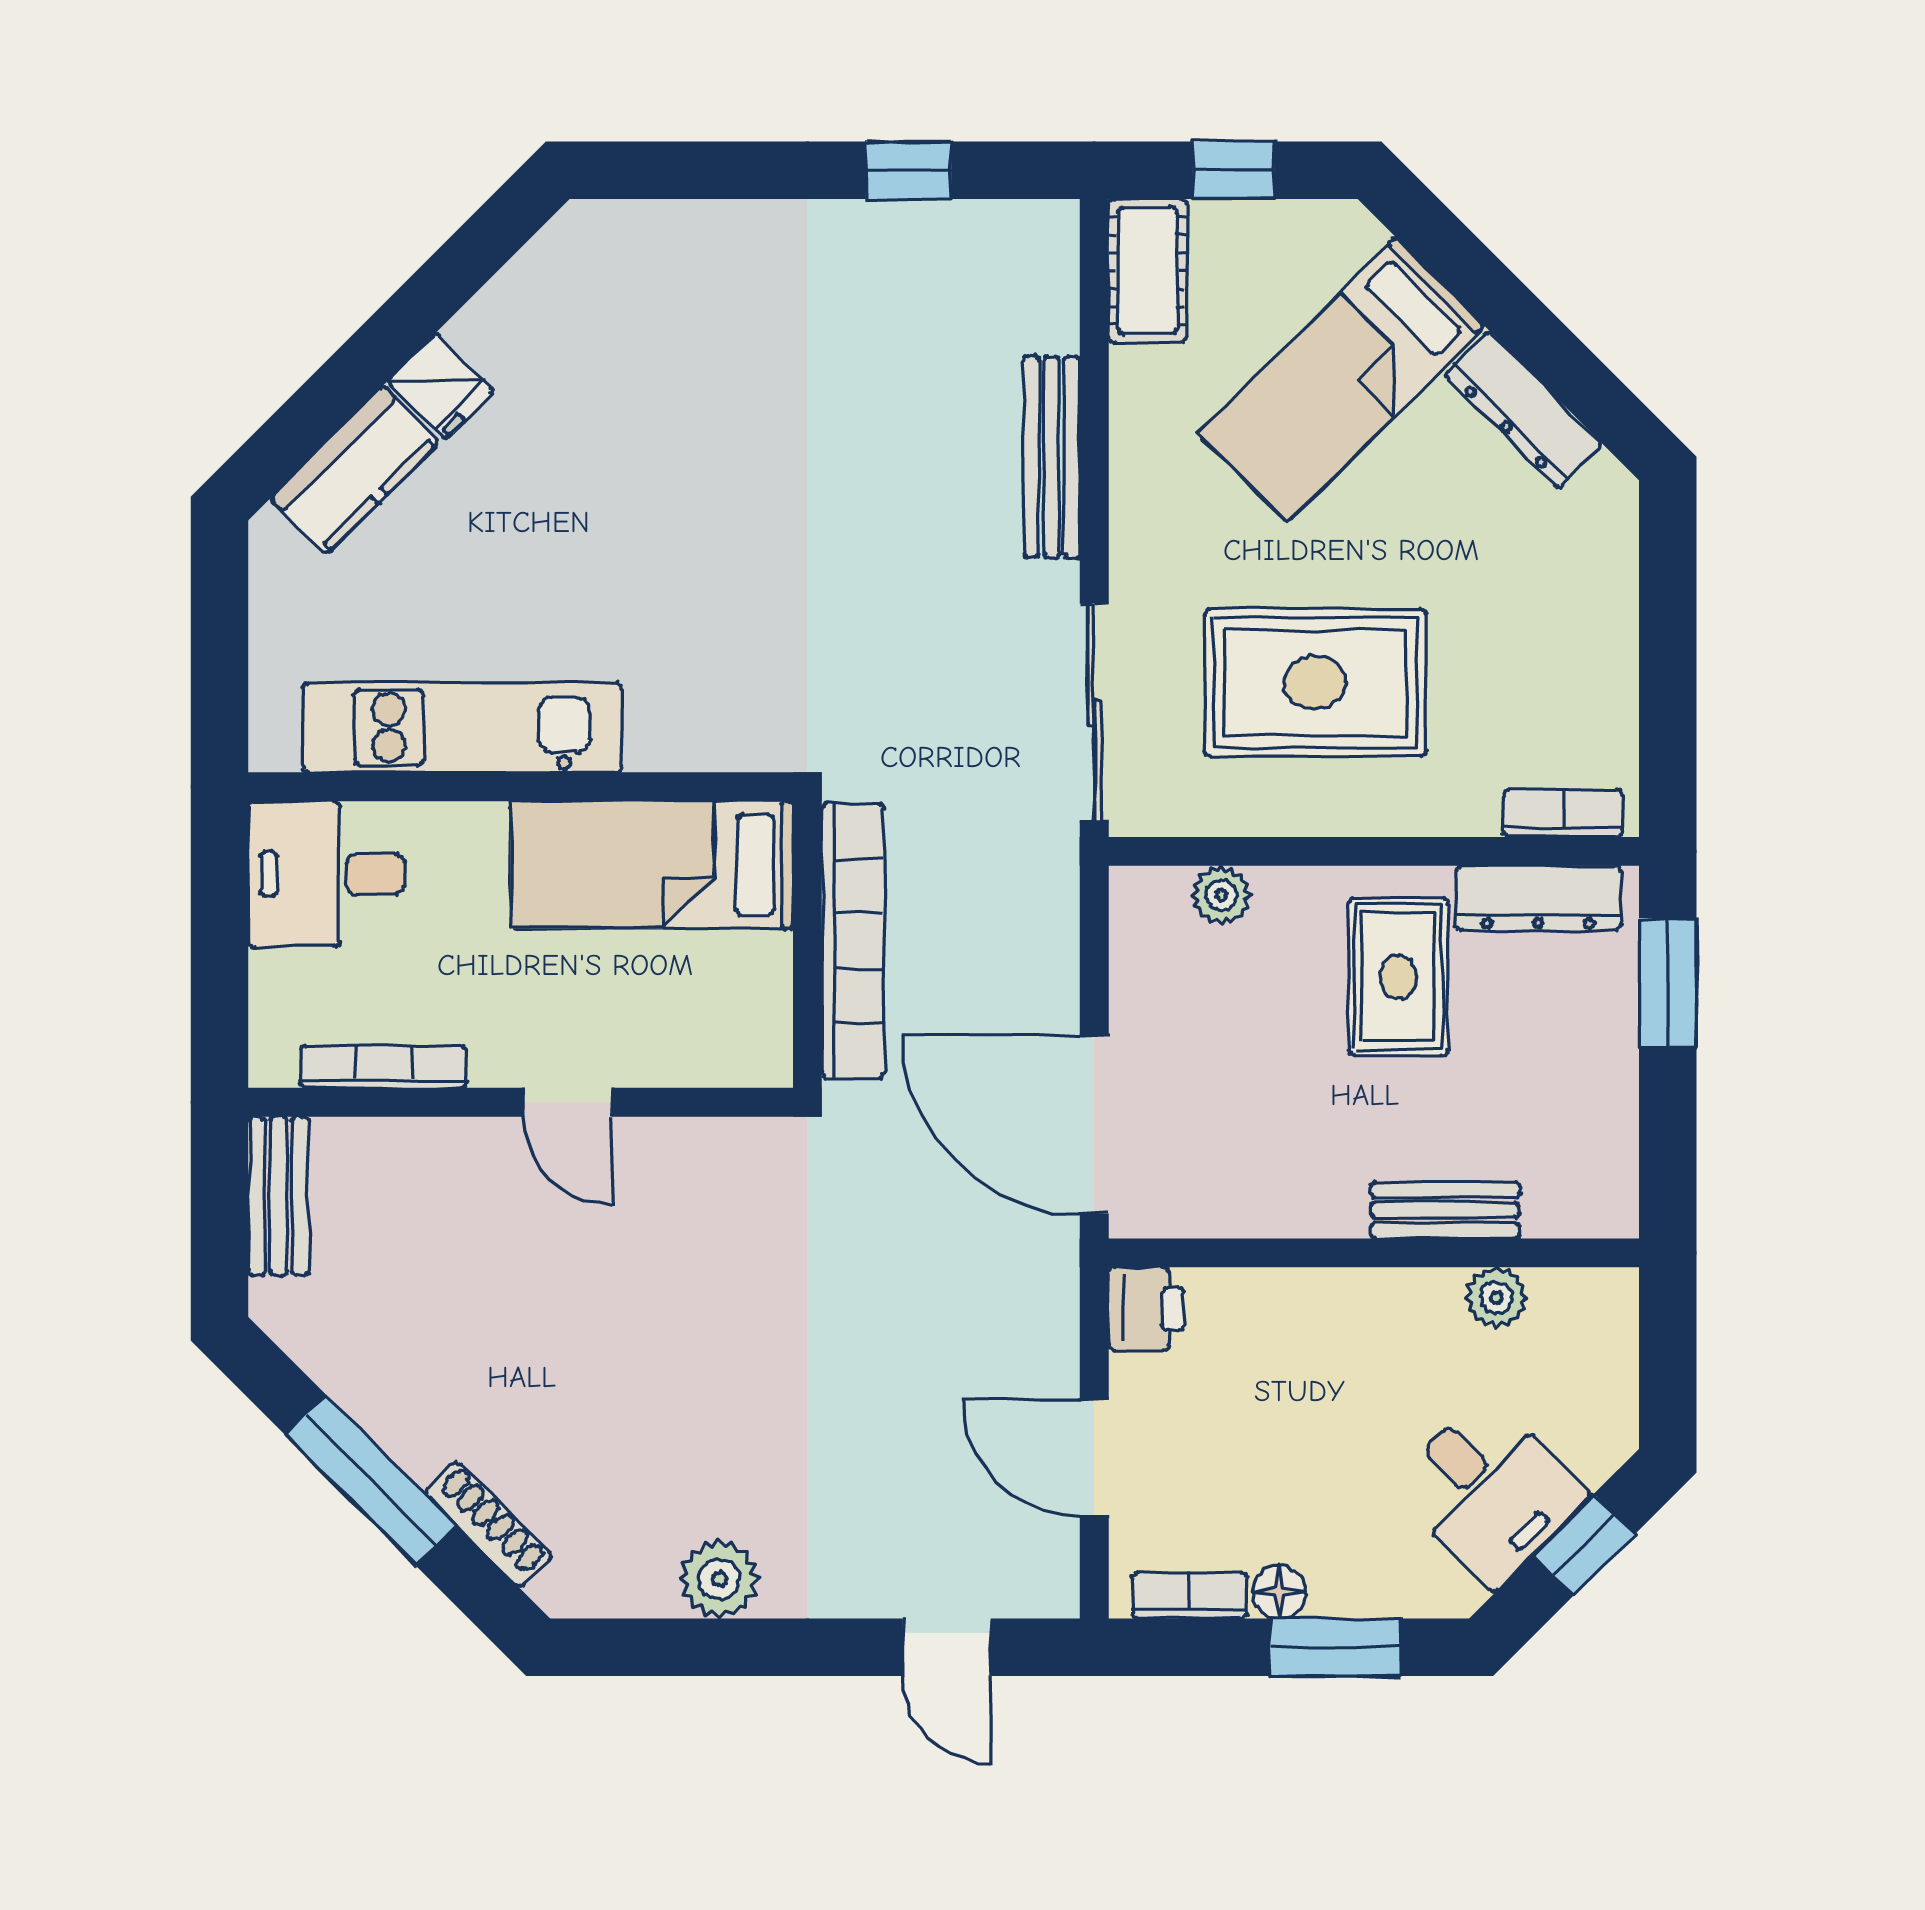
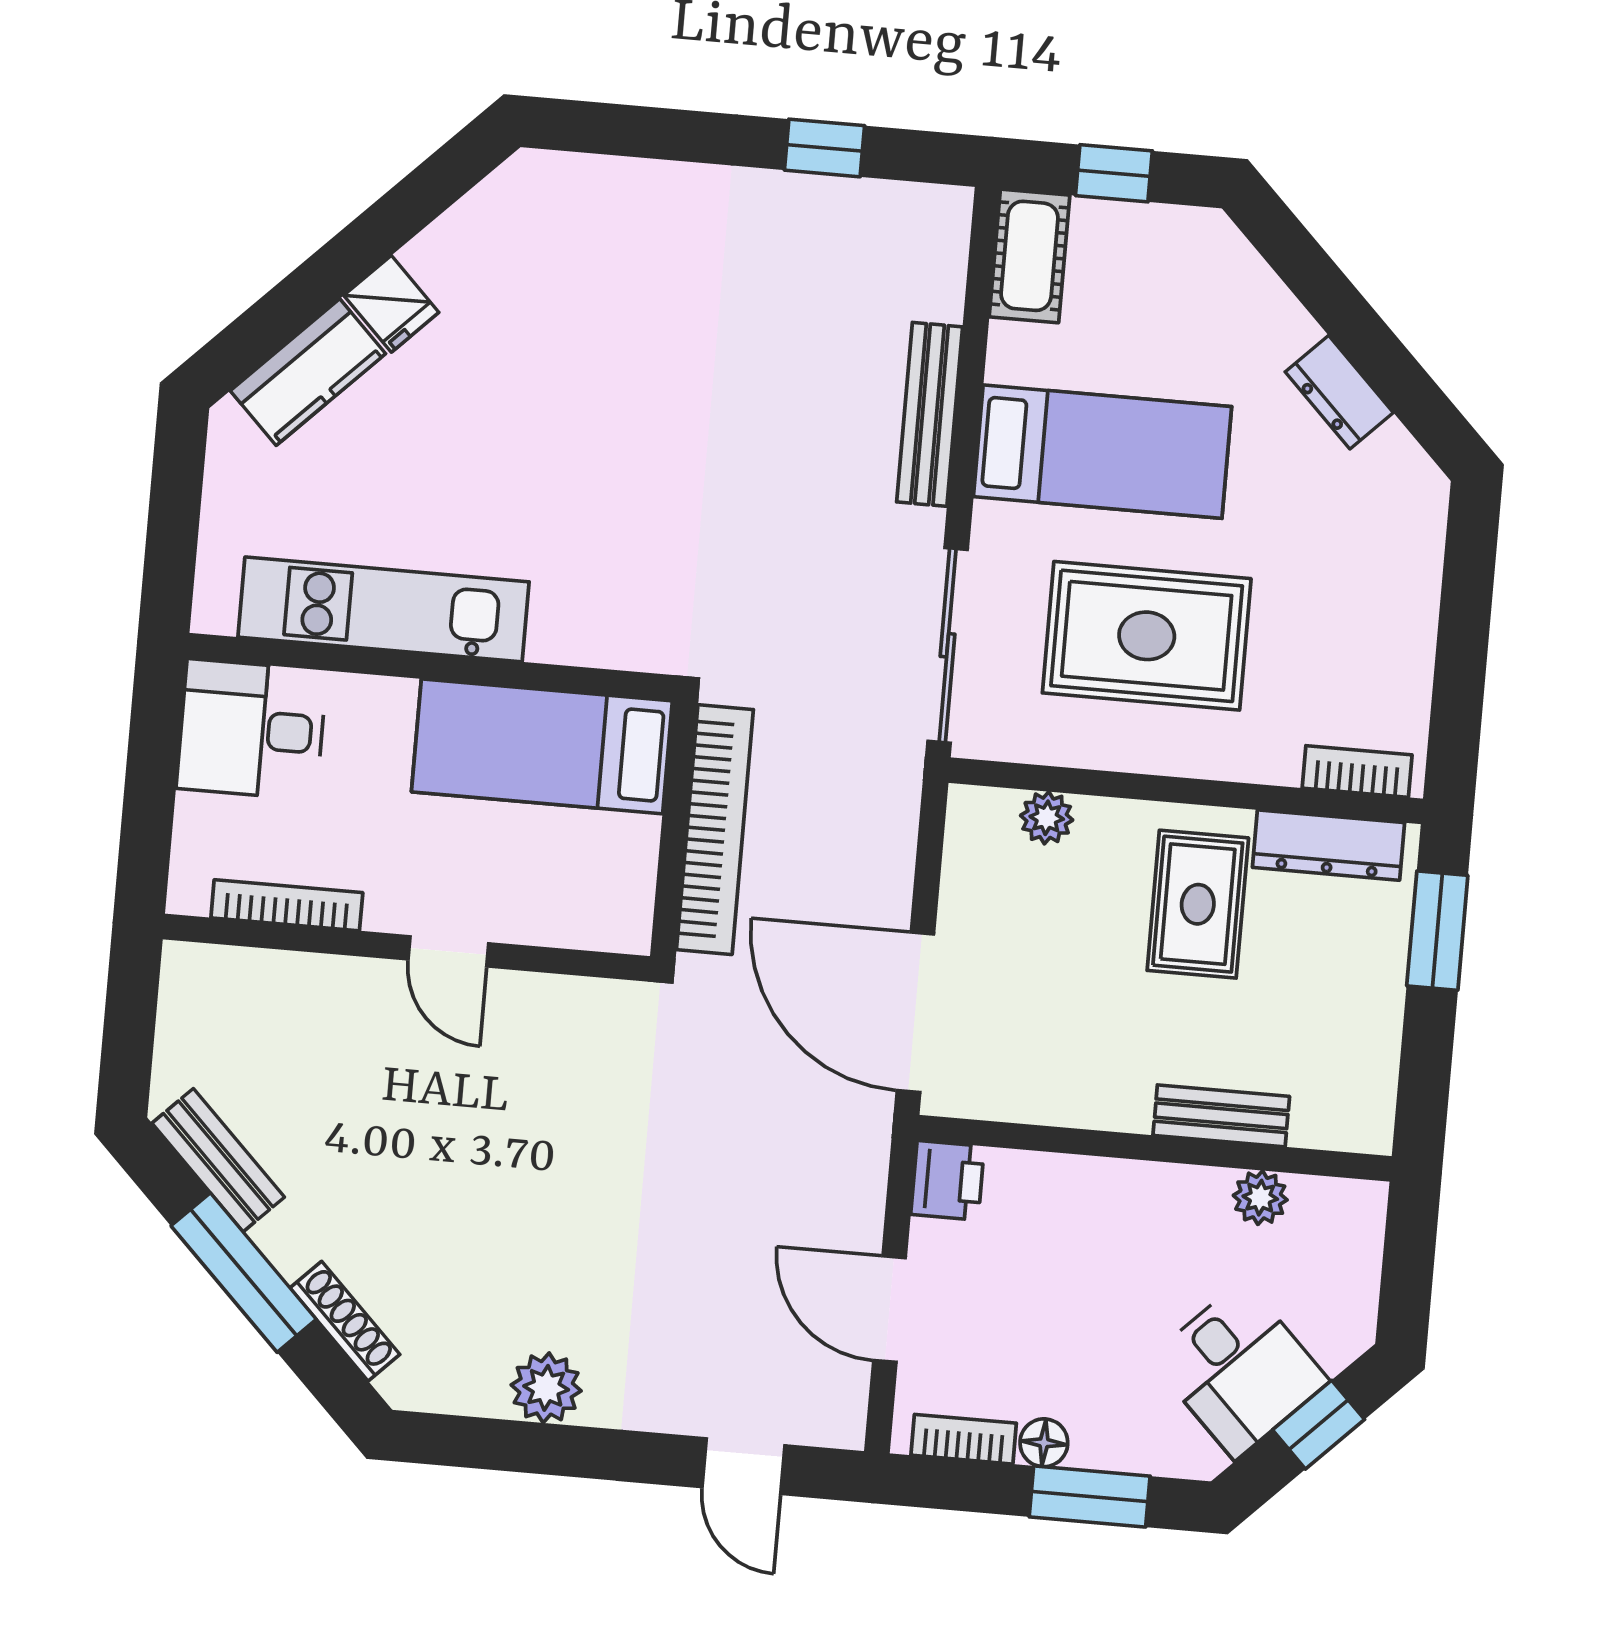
bed: (1341, 380) -> (1103, 452), moved, turned -135
dresser: (1523, 410) -> (1339, 392), width x0.70
bench: (278, 1196) -> (218, 1160), moved, turned -45

